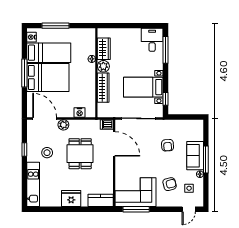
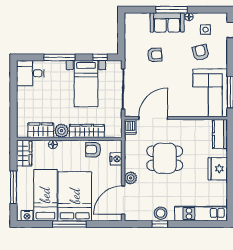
wardrobe: (84, 35) -> (24, 153), added
window: (165, 50) -> (60, 57), moved
armchair: (87, 93) -> (93, 150), added
stool: (47, 153) -> (161, 213), moved

